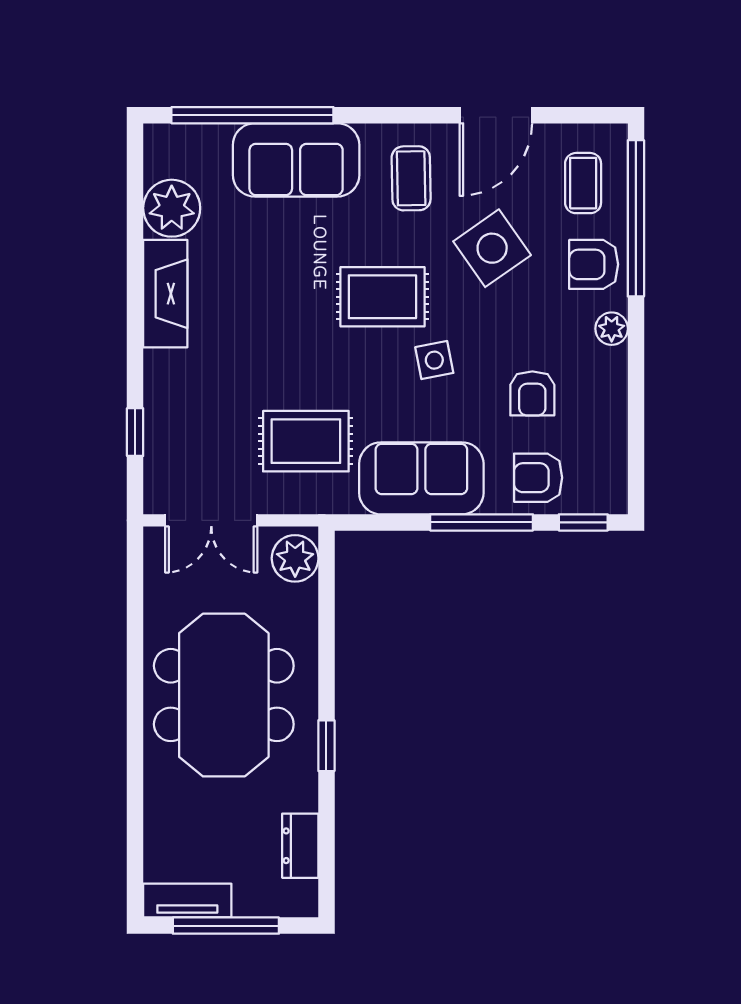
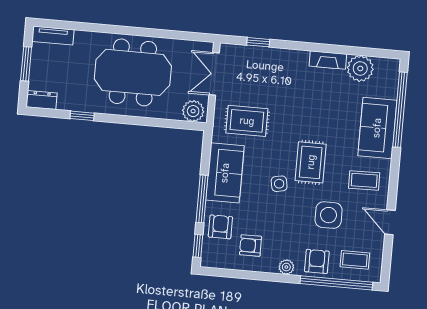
door: (496, 115) -> (390, 222), width x0.73
side table: (492, 248) -> (329, 215), turned 35
fireplace: (165, 294) -> (328, 60), width x0.73, depth x0.76
armchair: (532, 393) -> (251, 246), moved
rug: (306, 441) -> (247, 121), turned 90
window: (326, 746) -> (82, 116), moved
dresser: (300, 846) -> (42, 100), moved
tv unit: (187, 901) -> (53, 36), moved, turned 90
window: (226, 926) -> (26, 64), width x0.69

